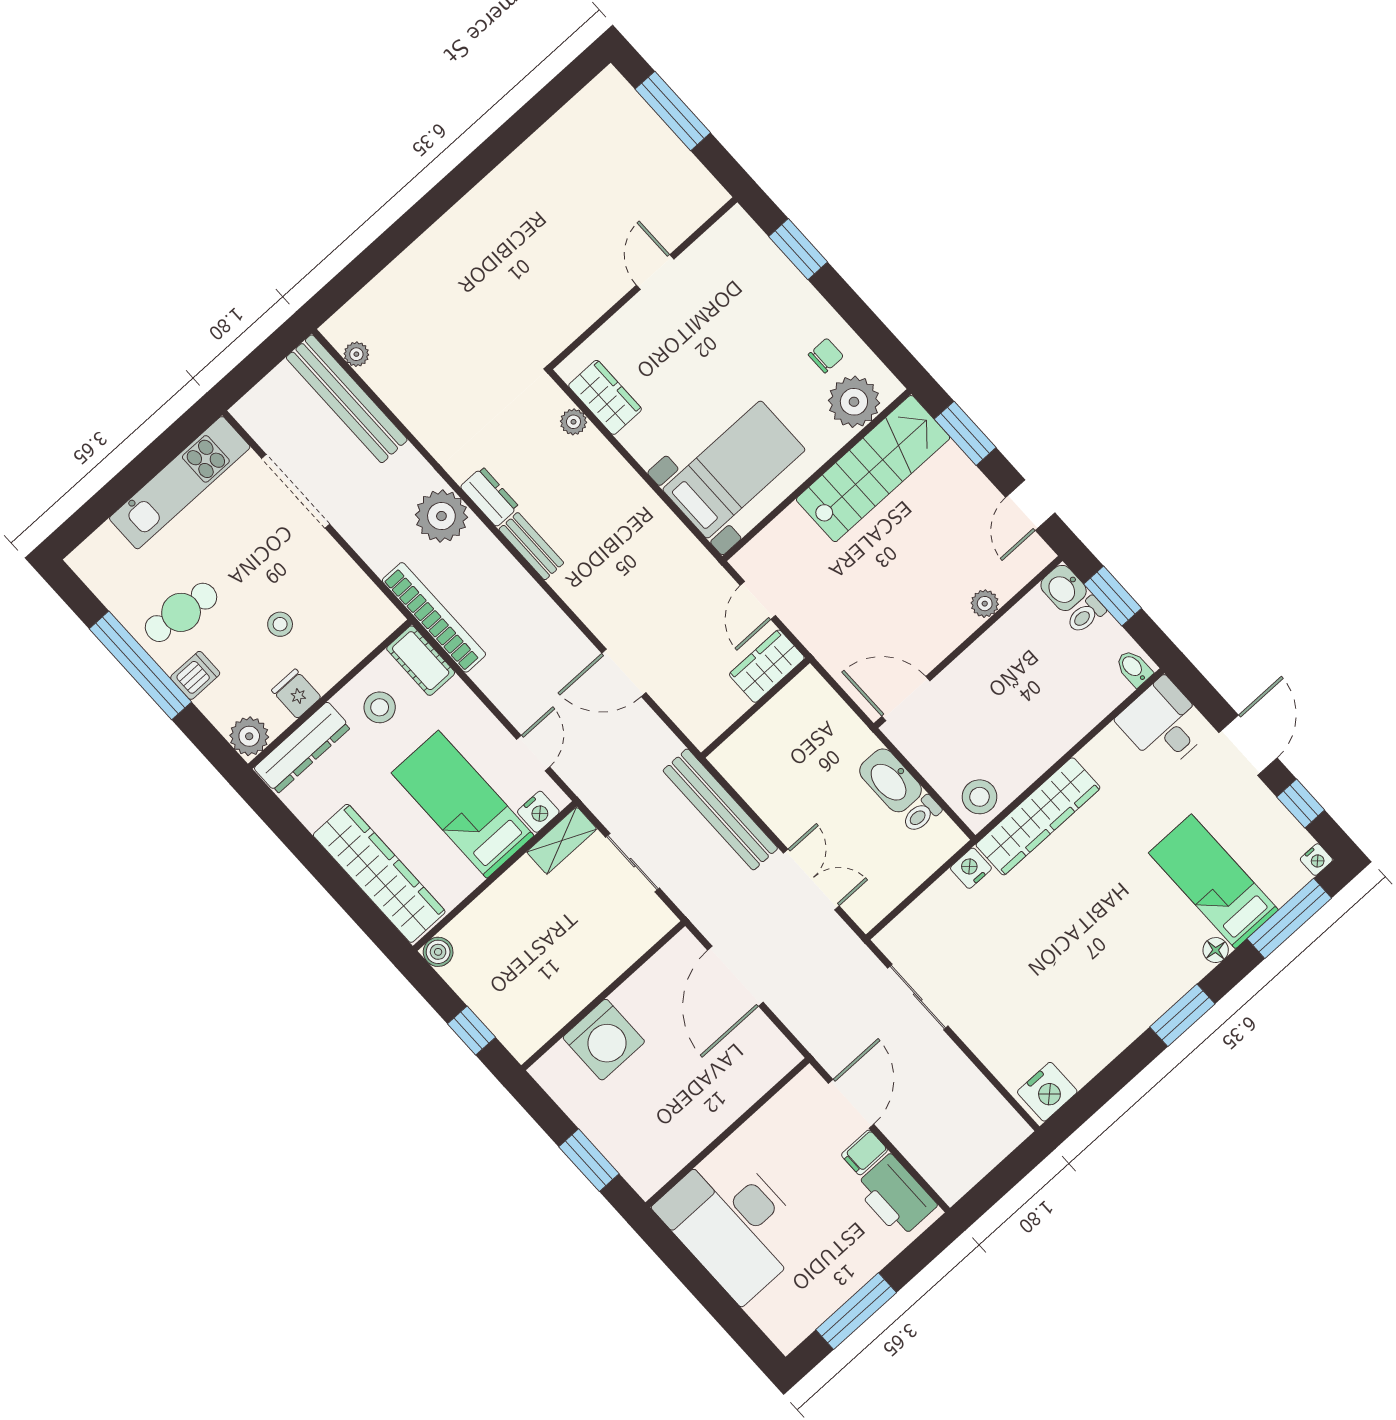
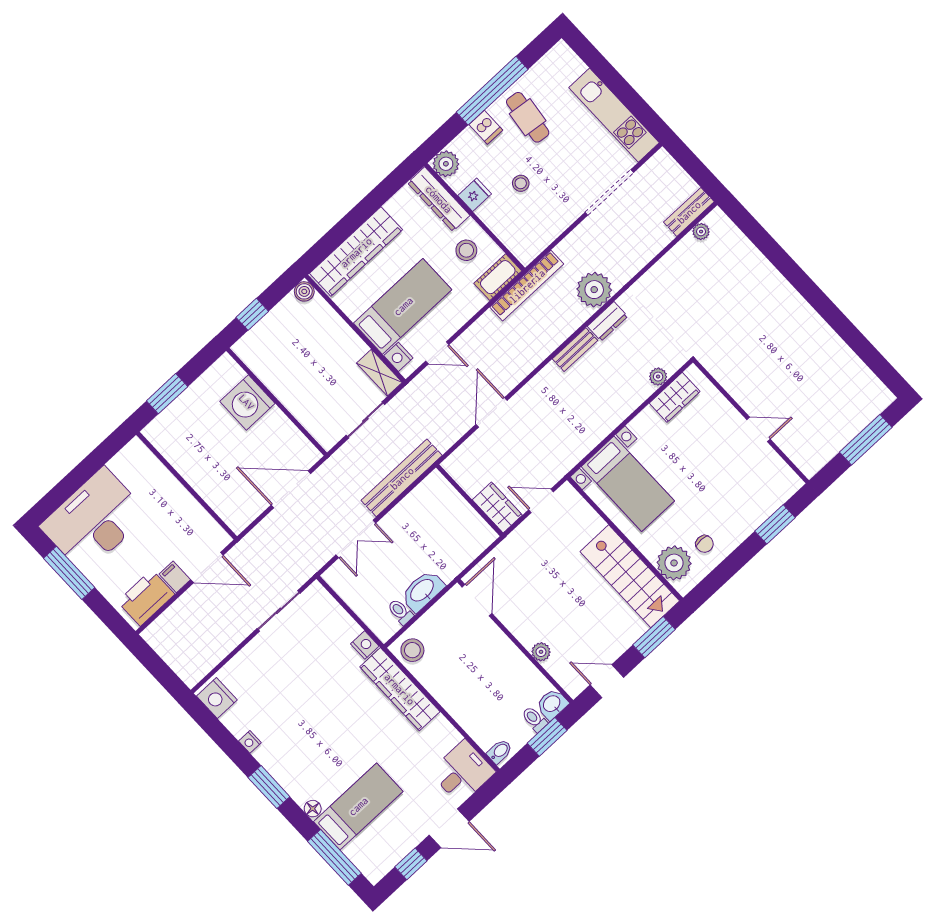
bench: (347, 399) -> (689, 212), width x0.54, depth x0.82
nightstand: (1316, 860) -> (250, 742), moved
desk: (733, 1224) -> (94, 520), moved

